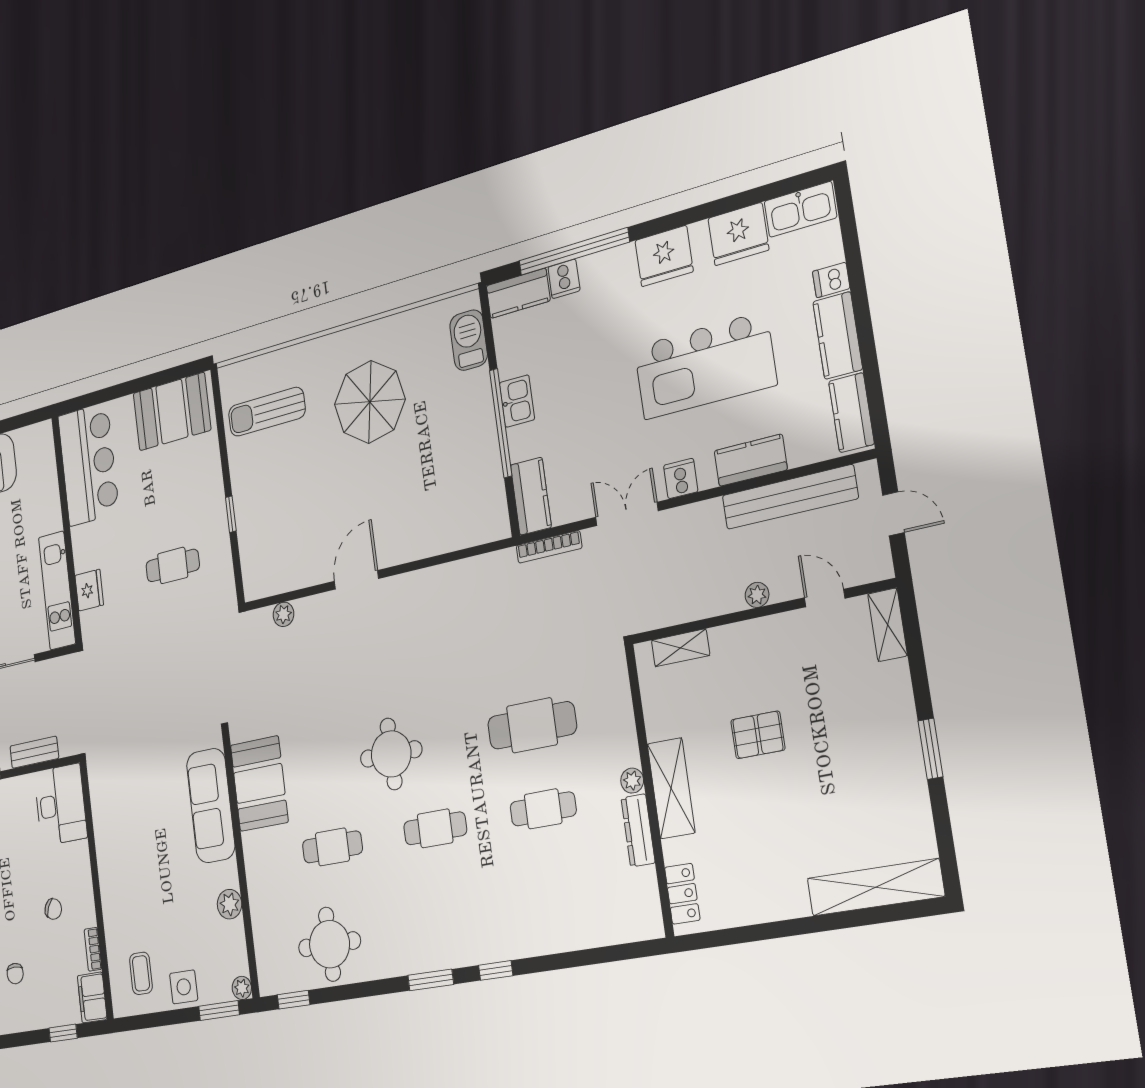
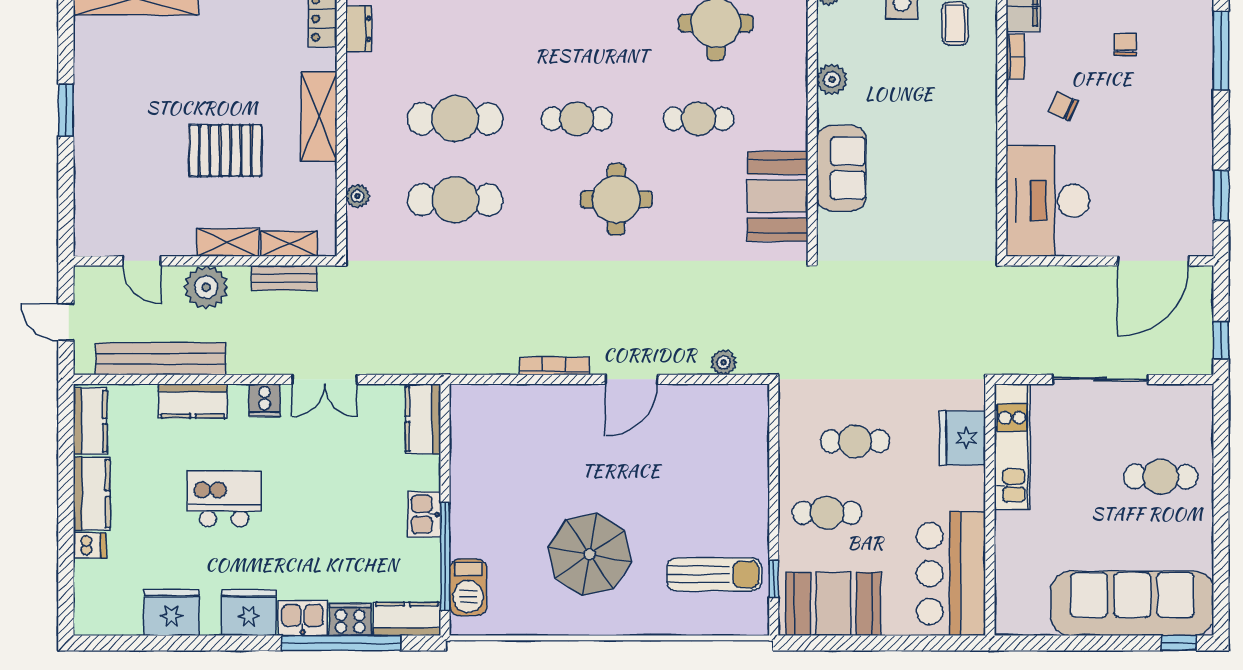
kitchen sink: (800, 209) -> (303, 618), moved, width x0.73
cooker: (564, 279) -> (350, 619), width x1.36
kitchen island: (705, 366) -> (224, 499), width x0.54, depth x0.78
window: (501, 423) -> (445, 556), moved
cafe table: (186, 494) -> (827, 513), added
window: (231, 514) -> (774, 579), moved
bookcase: (549, 547) -> (554, 366), moved
fridge: (89, 590) -> (963, 438), width x1.36, depth x1.34
plant: (757, 595) -> (206, 287), width x1.87, depth x1.87
shelving: (888, 625) -> (228, 243), moved, turned 90
pallet: (758, 735) -> (225, 150), width x1.50, depth x1.42
bench: (34, 752) -> (284, 278), moved
plant: (632, 781) -> (358, 196), moved
desk: (61, 805) -> (1048, 201), width x1.36, depth x1.30
sofa: (211, 805) -> (841, 168), width x0.73
cafe table: (543, 809) -> (455, 119), width x1.37, depth x1.35
dresser: (638, 830) -> (359, 29), moved, width x0.70

